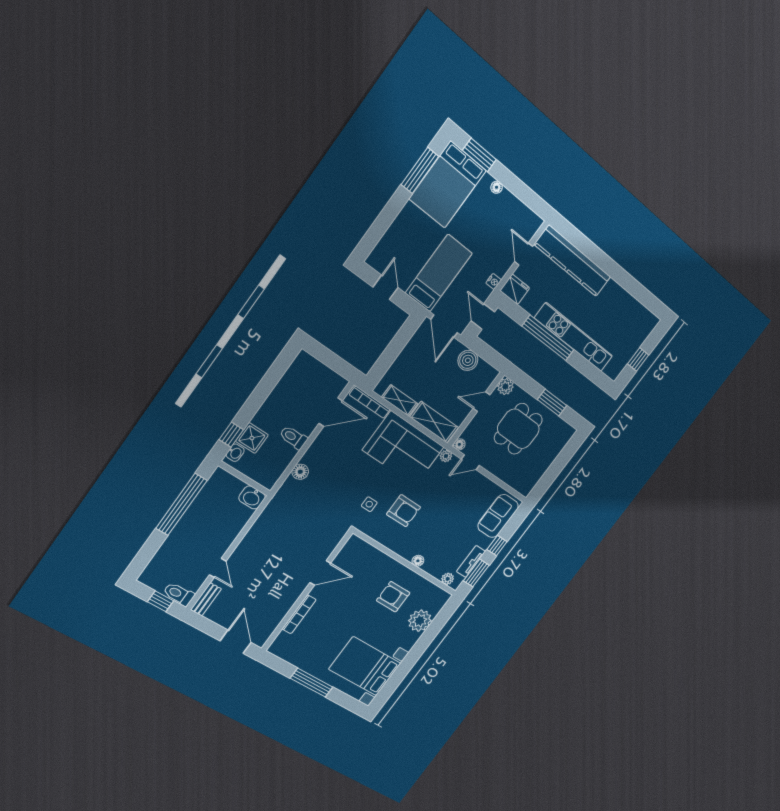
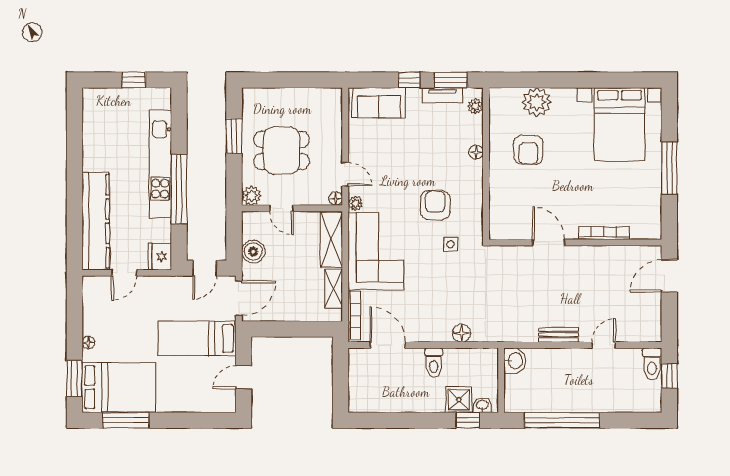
nightstand: (494, 281) -> (168, 282), removed
bench: (206, 599) -> (558, 335), moved

